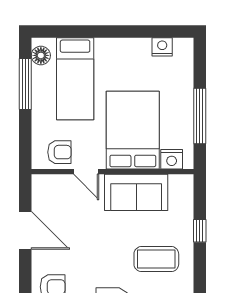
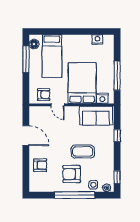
sofa: (136, 192) -> (96, 116), moved
coffee table: (156, 259) -> (83, 152), moved

